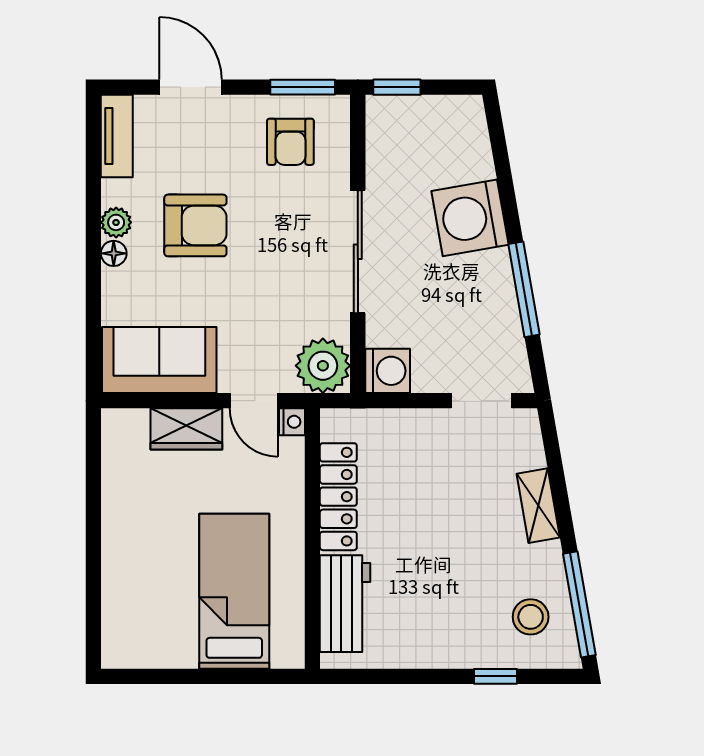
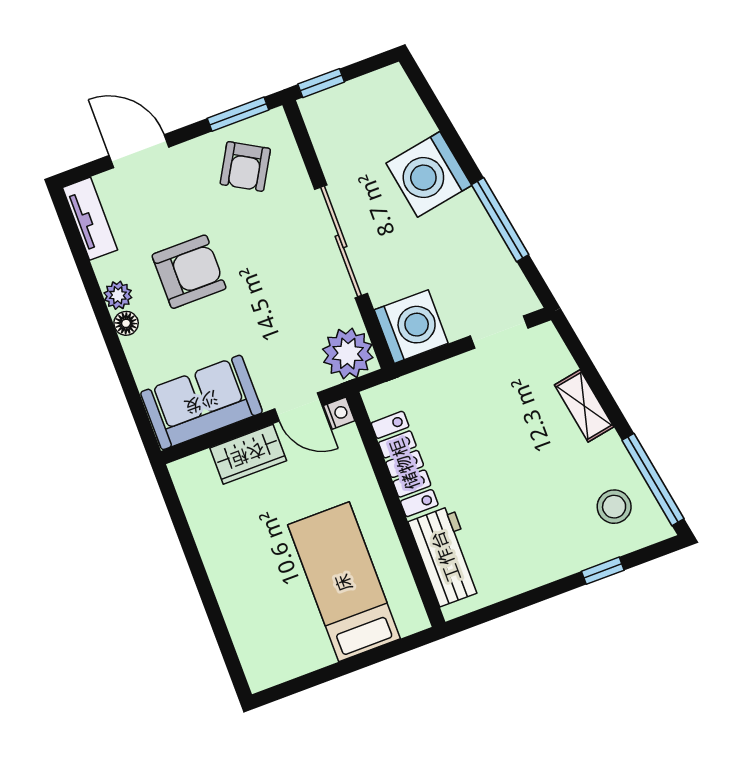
armchair: (290, 142) -> (245, 166), turned 30
washing machine: (388, 371) -> (411, 327), width x1.37, depth x1.37

